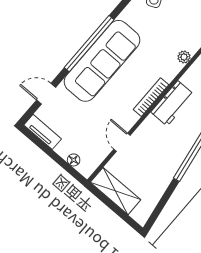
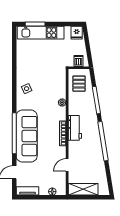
door: (122, 142) -> (67, 165), hinge flipped

